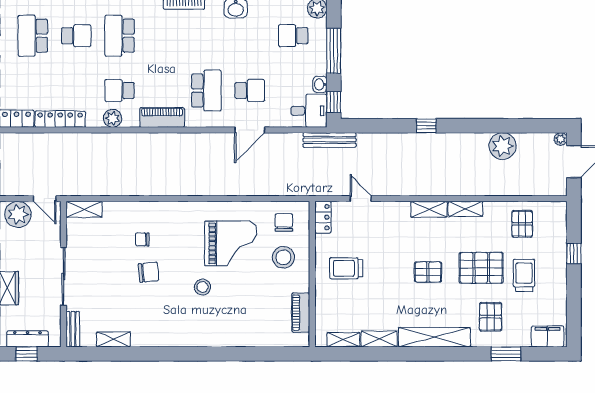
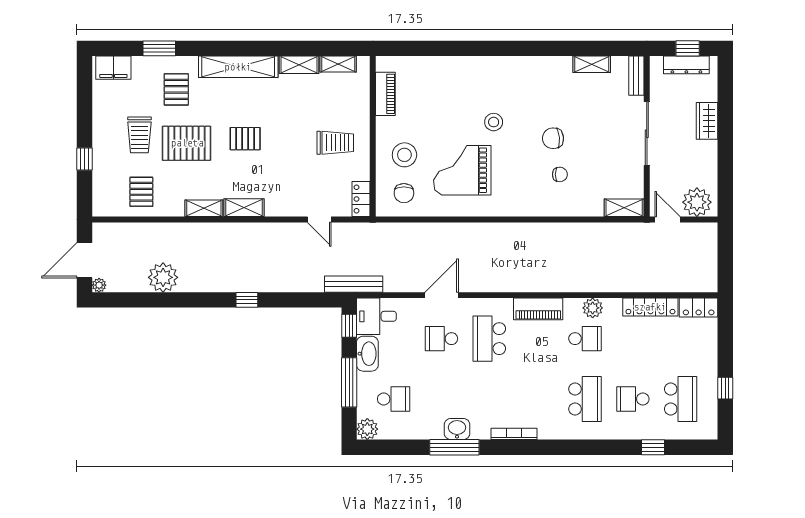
washbasin: (320, 84) -> (367, 354), width x1.91, depth x1.45

